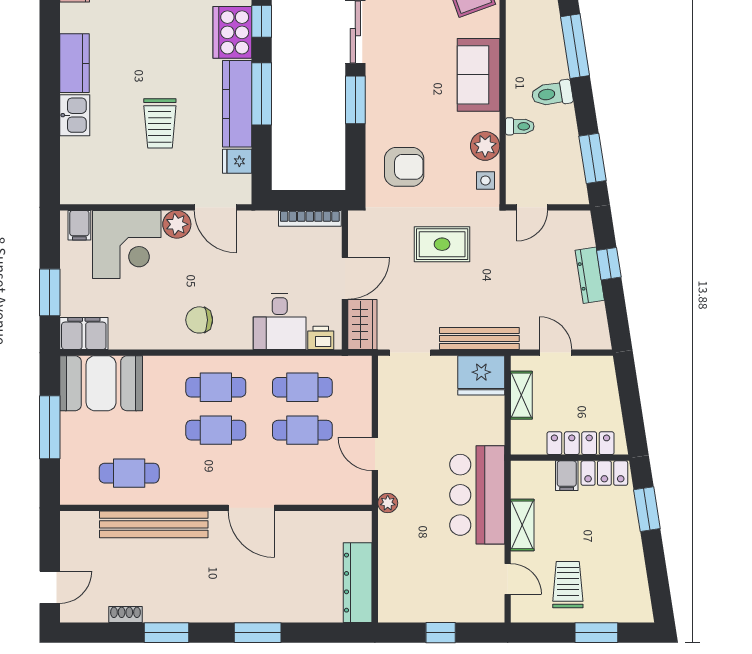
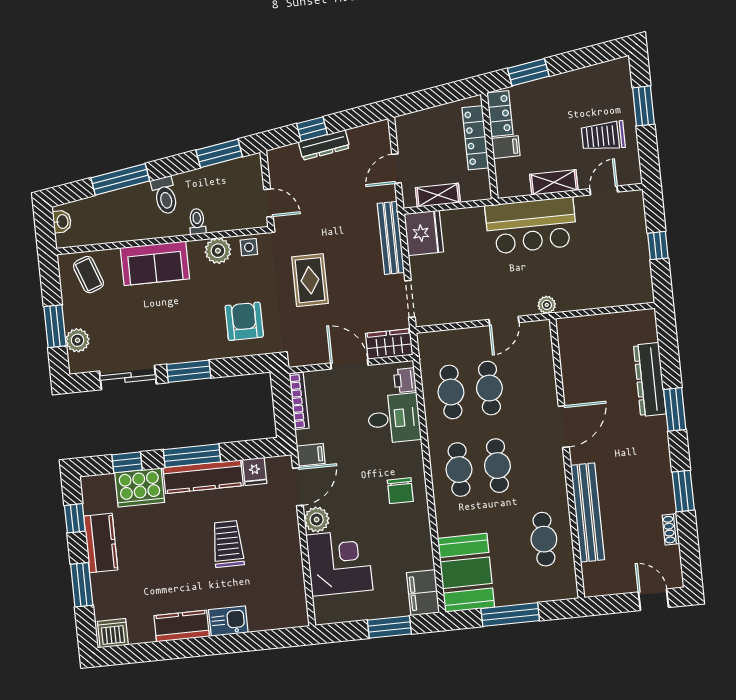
trolley: (160, 123) -> (228, 544), turned -90
filing cabinet: (79, 225) -> (311, 455), moved
dresser: (358, 583) -> (650, 380), moved, turned 90

